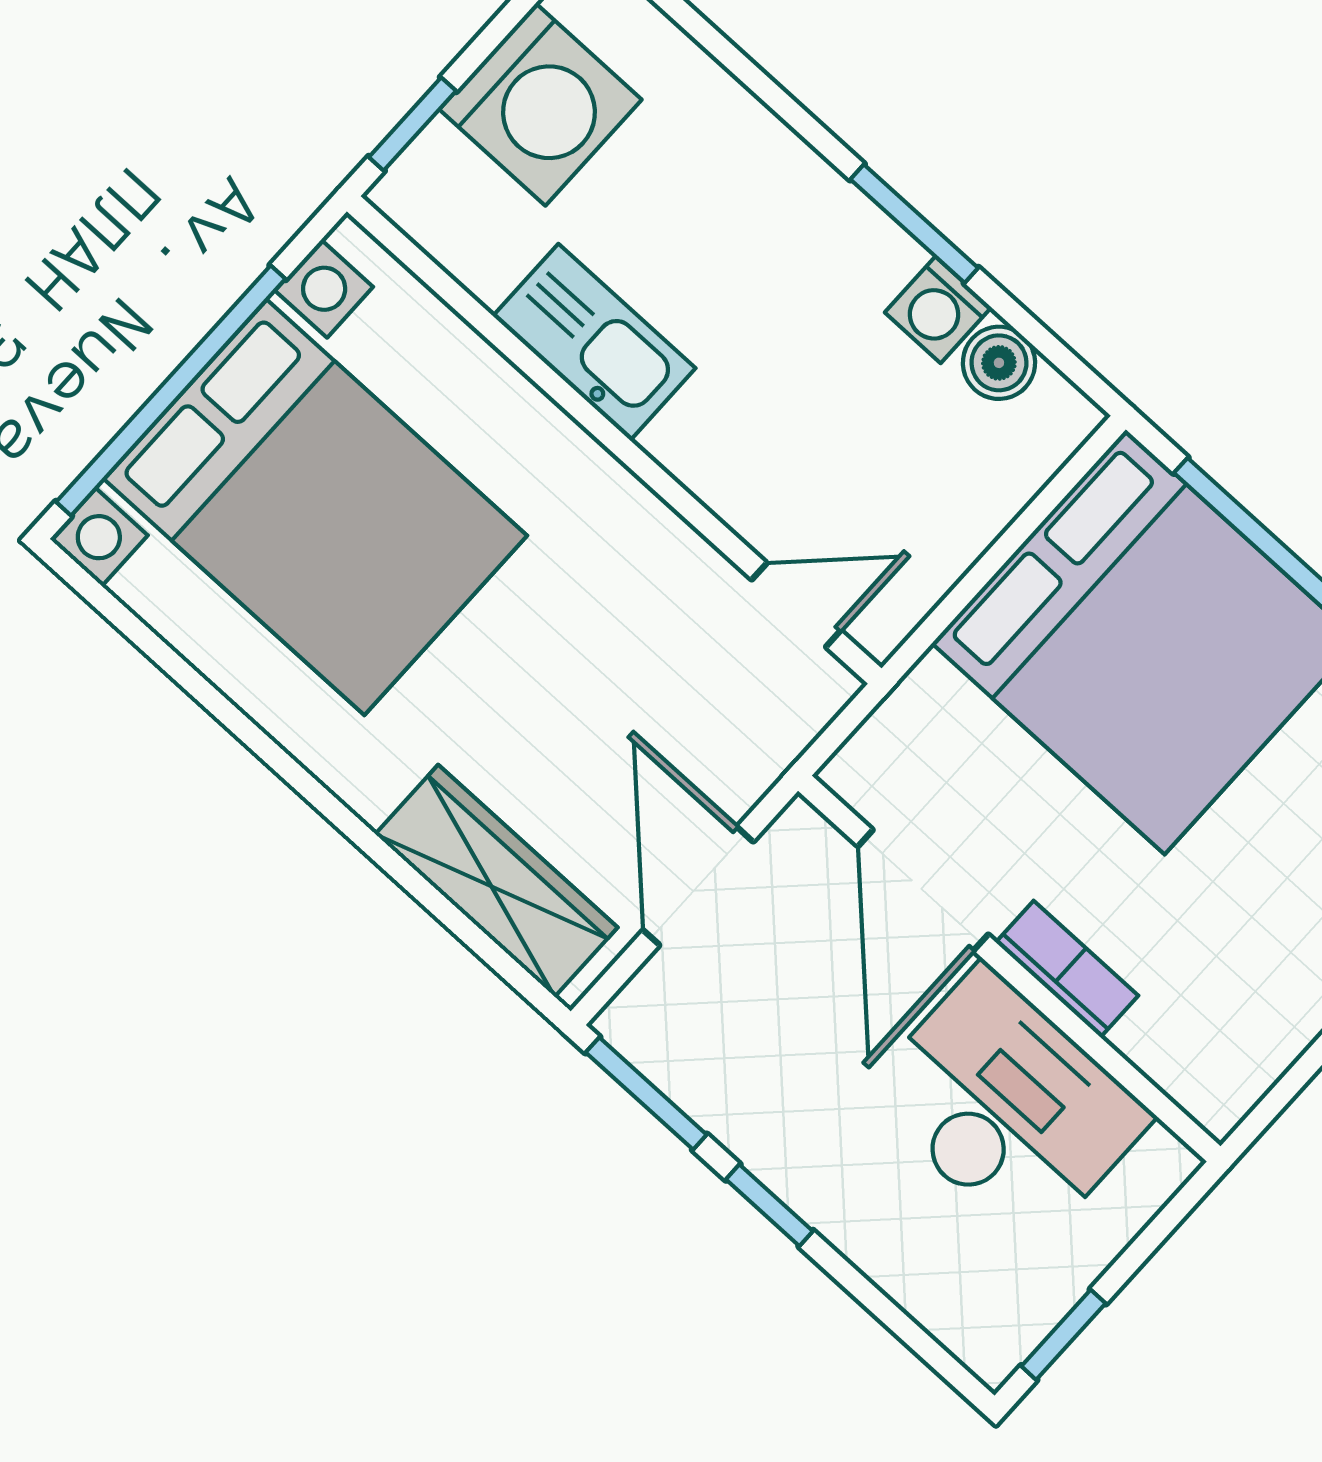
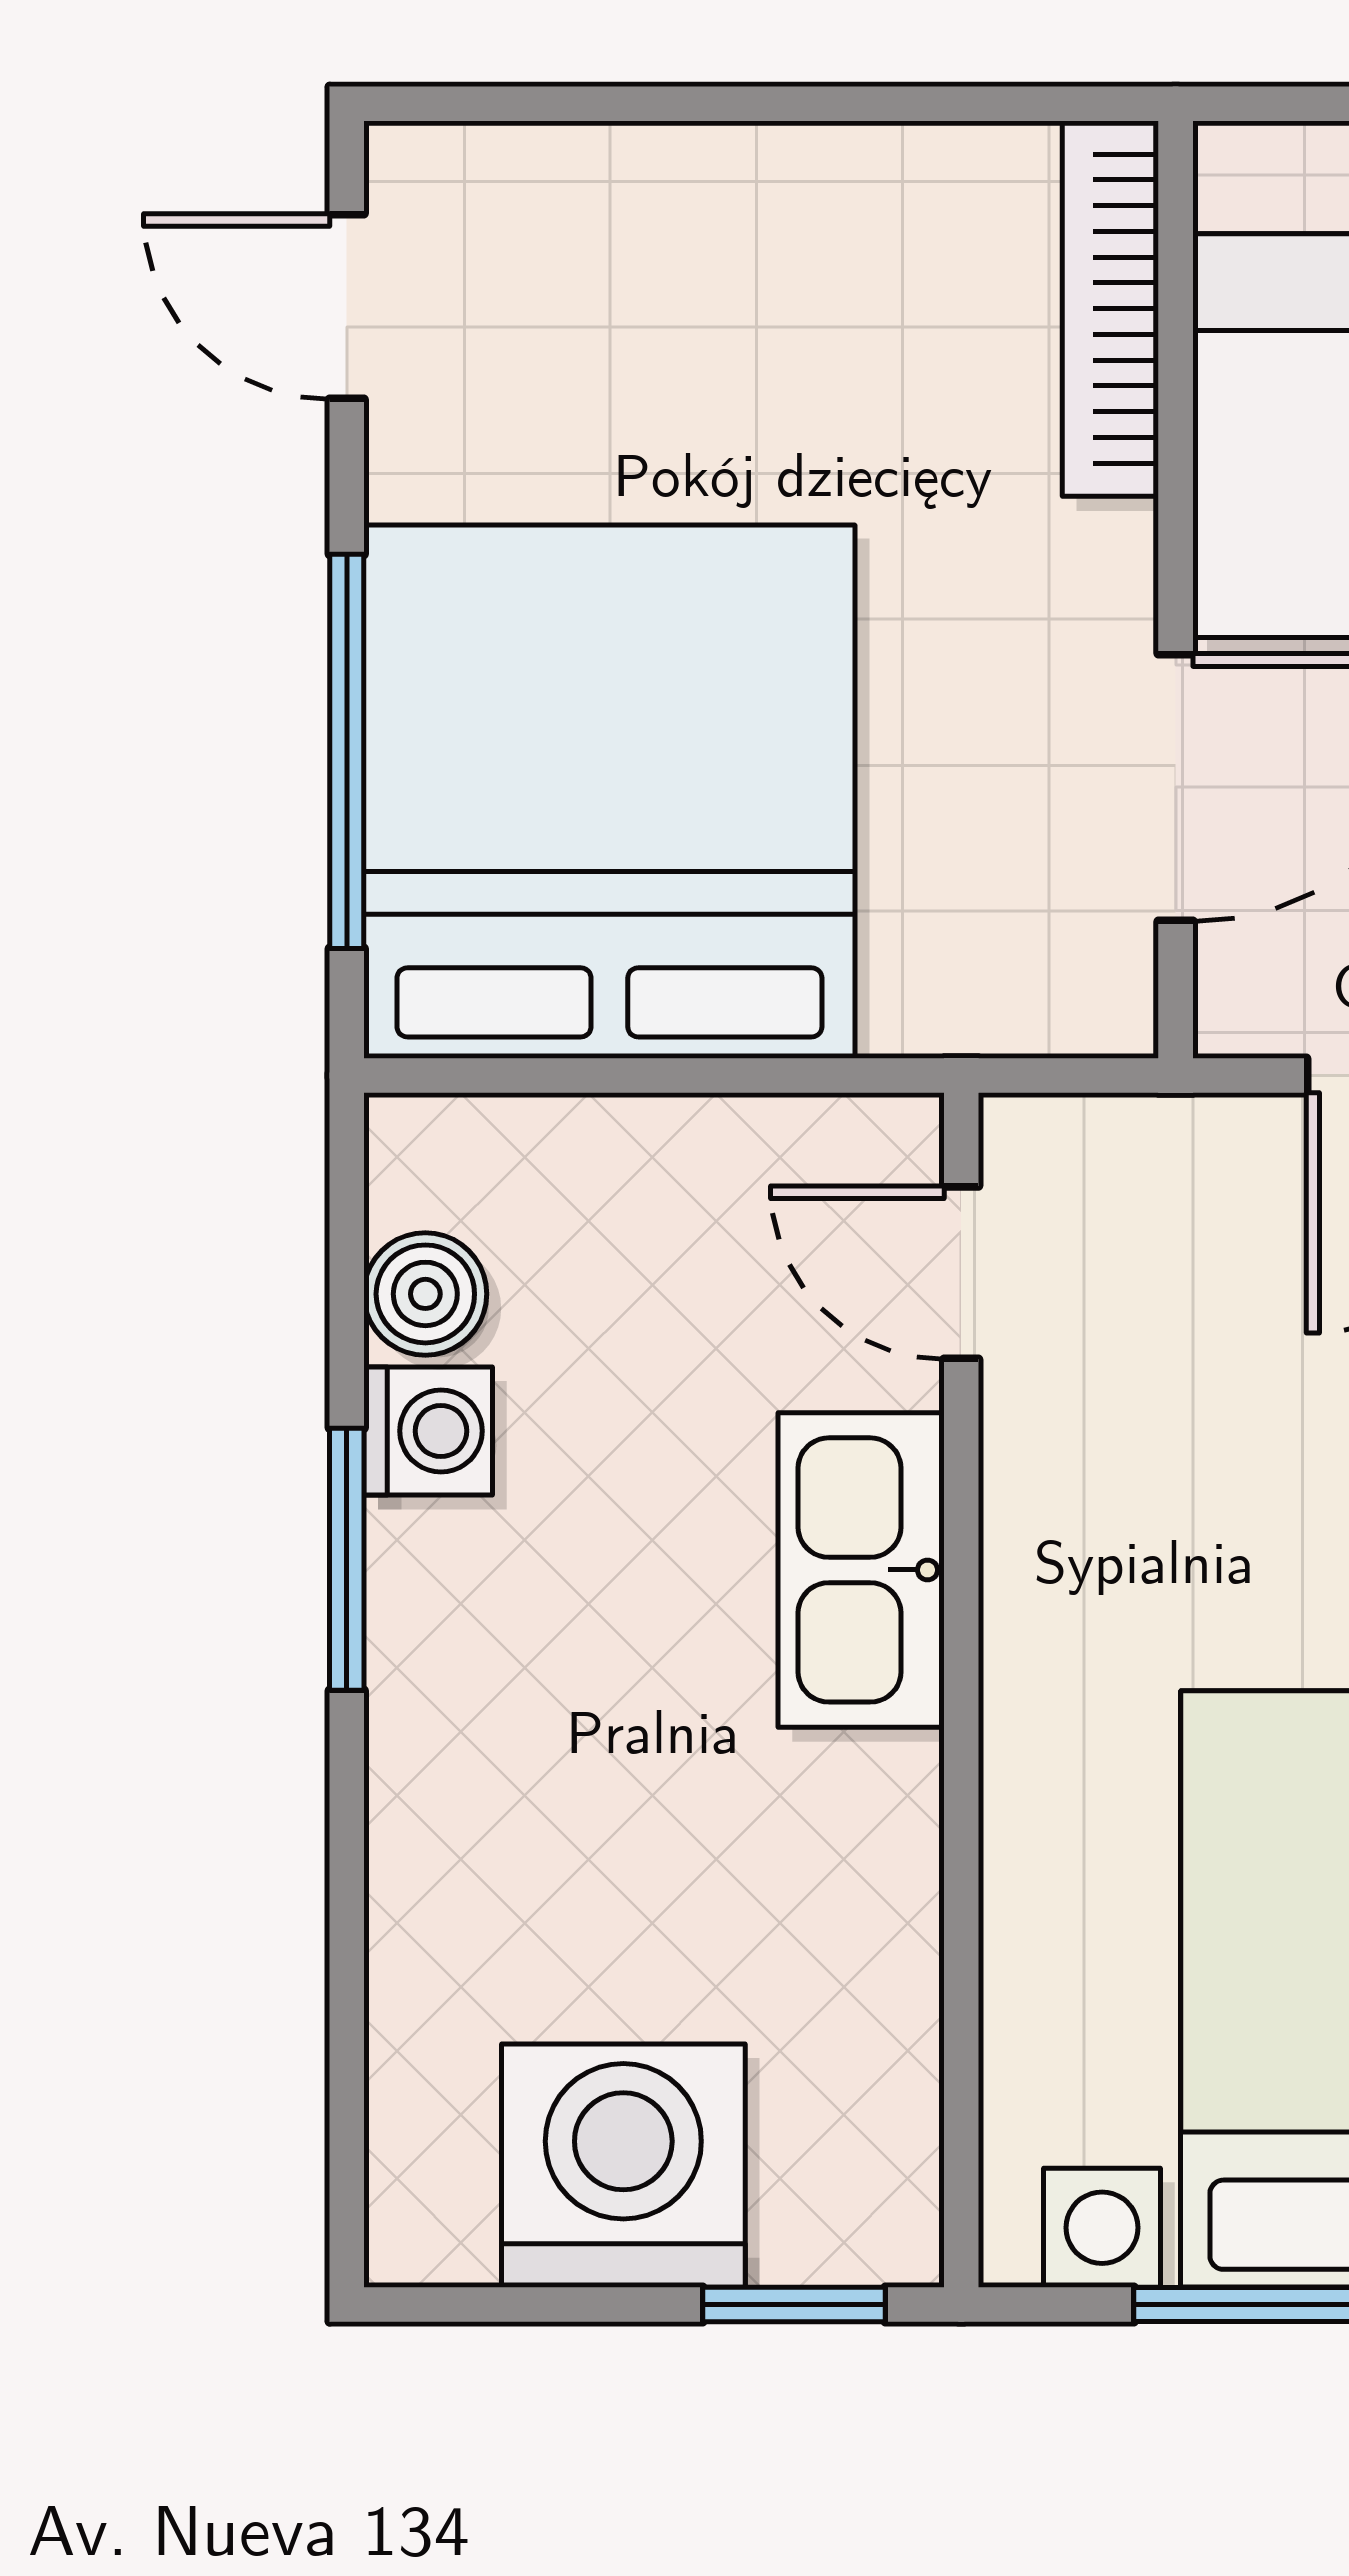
kitchen sink: (594, 342) -> (861, 1570), moved
bookcase: (1067, 969) -> (1110, 309), moved, width x1.56

